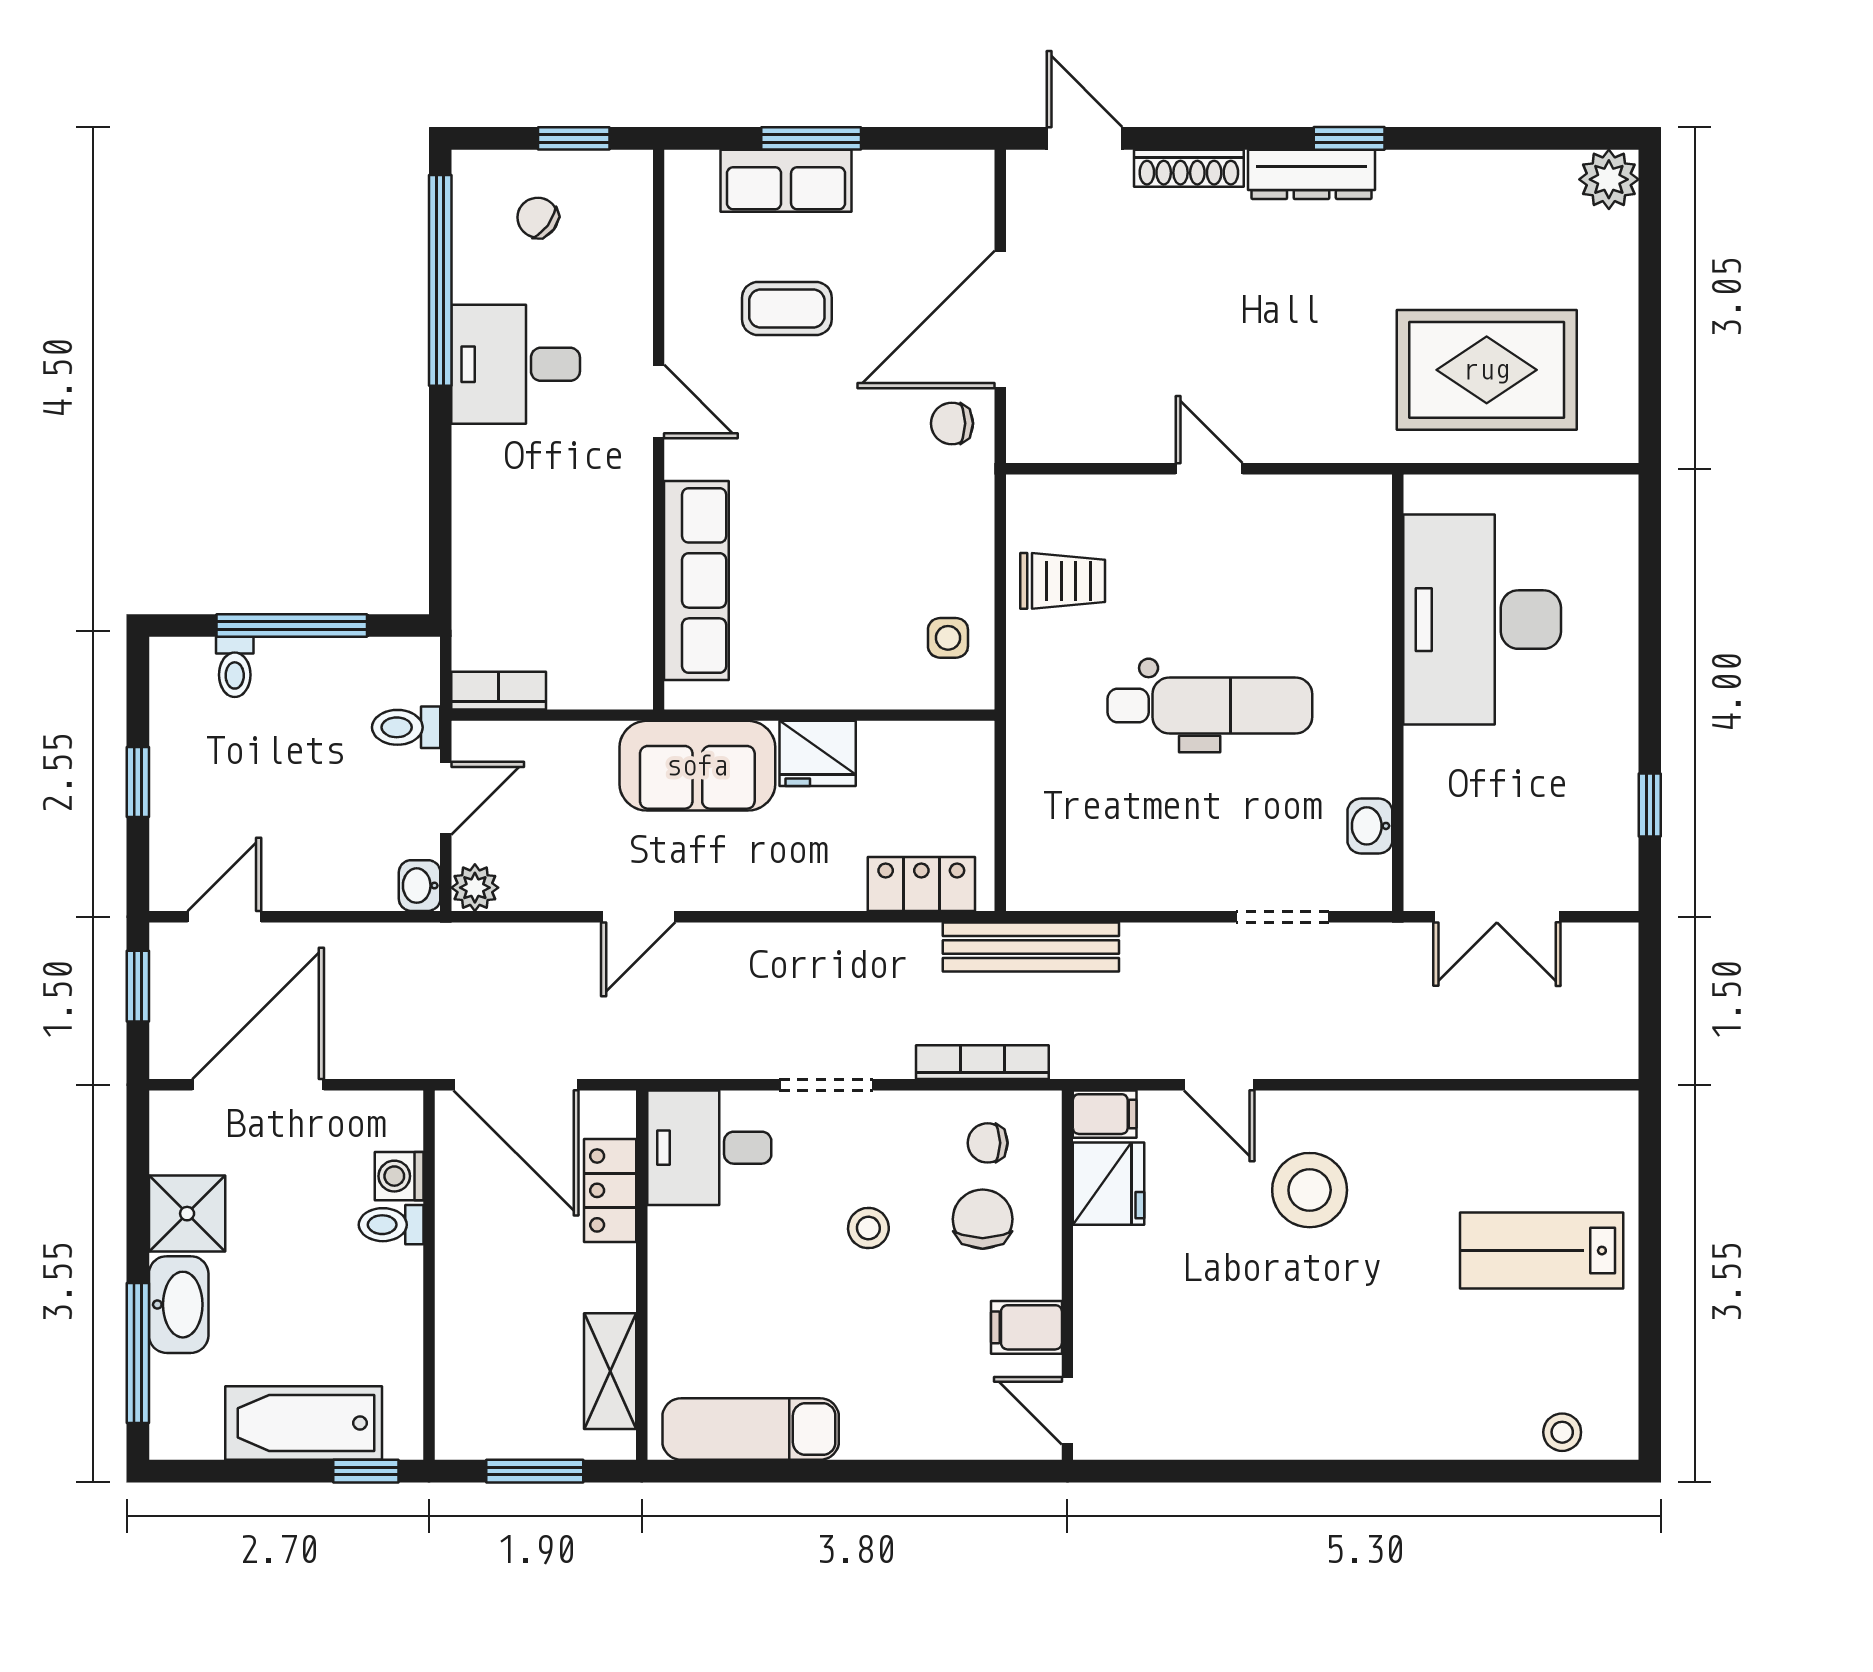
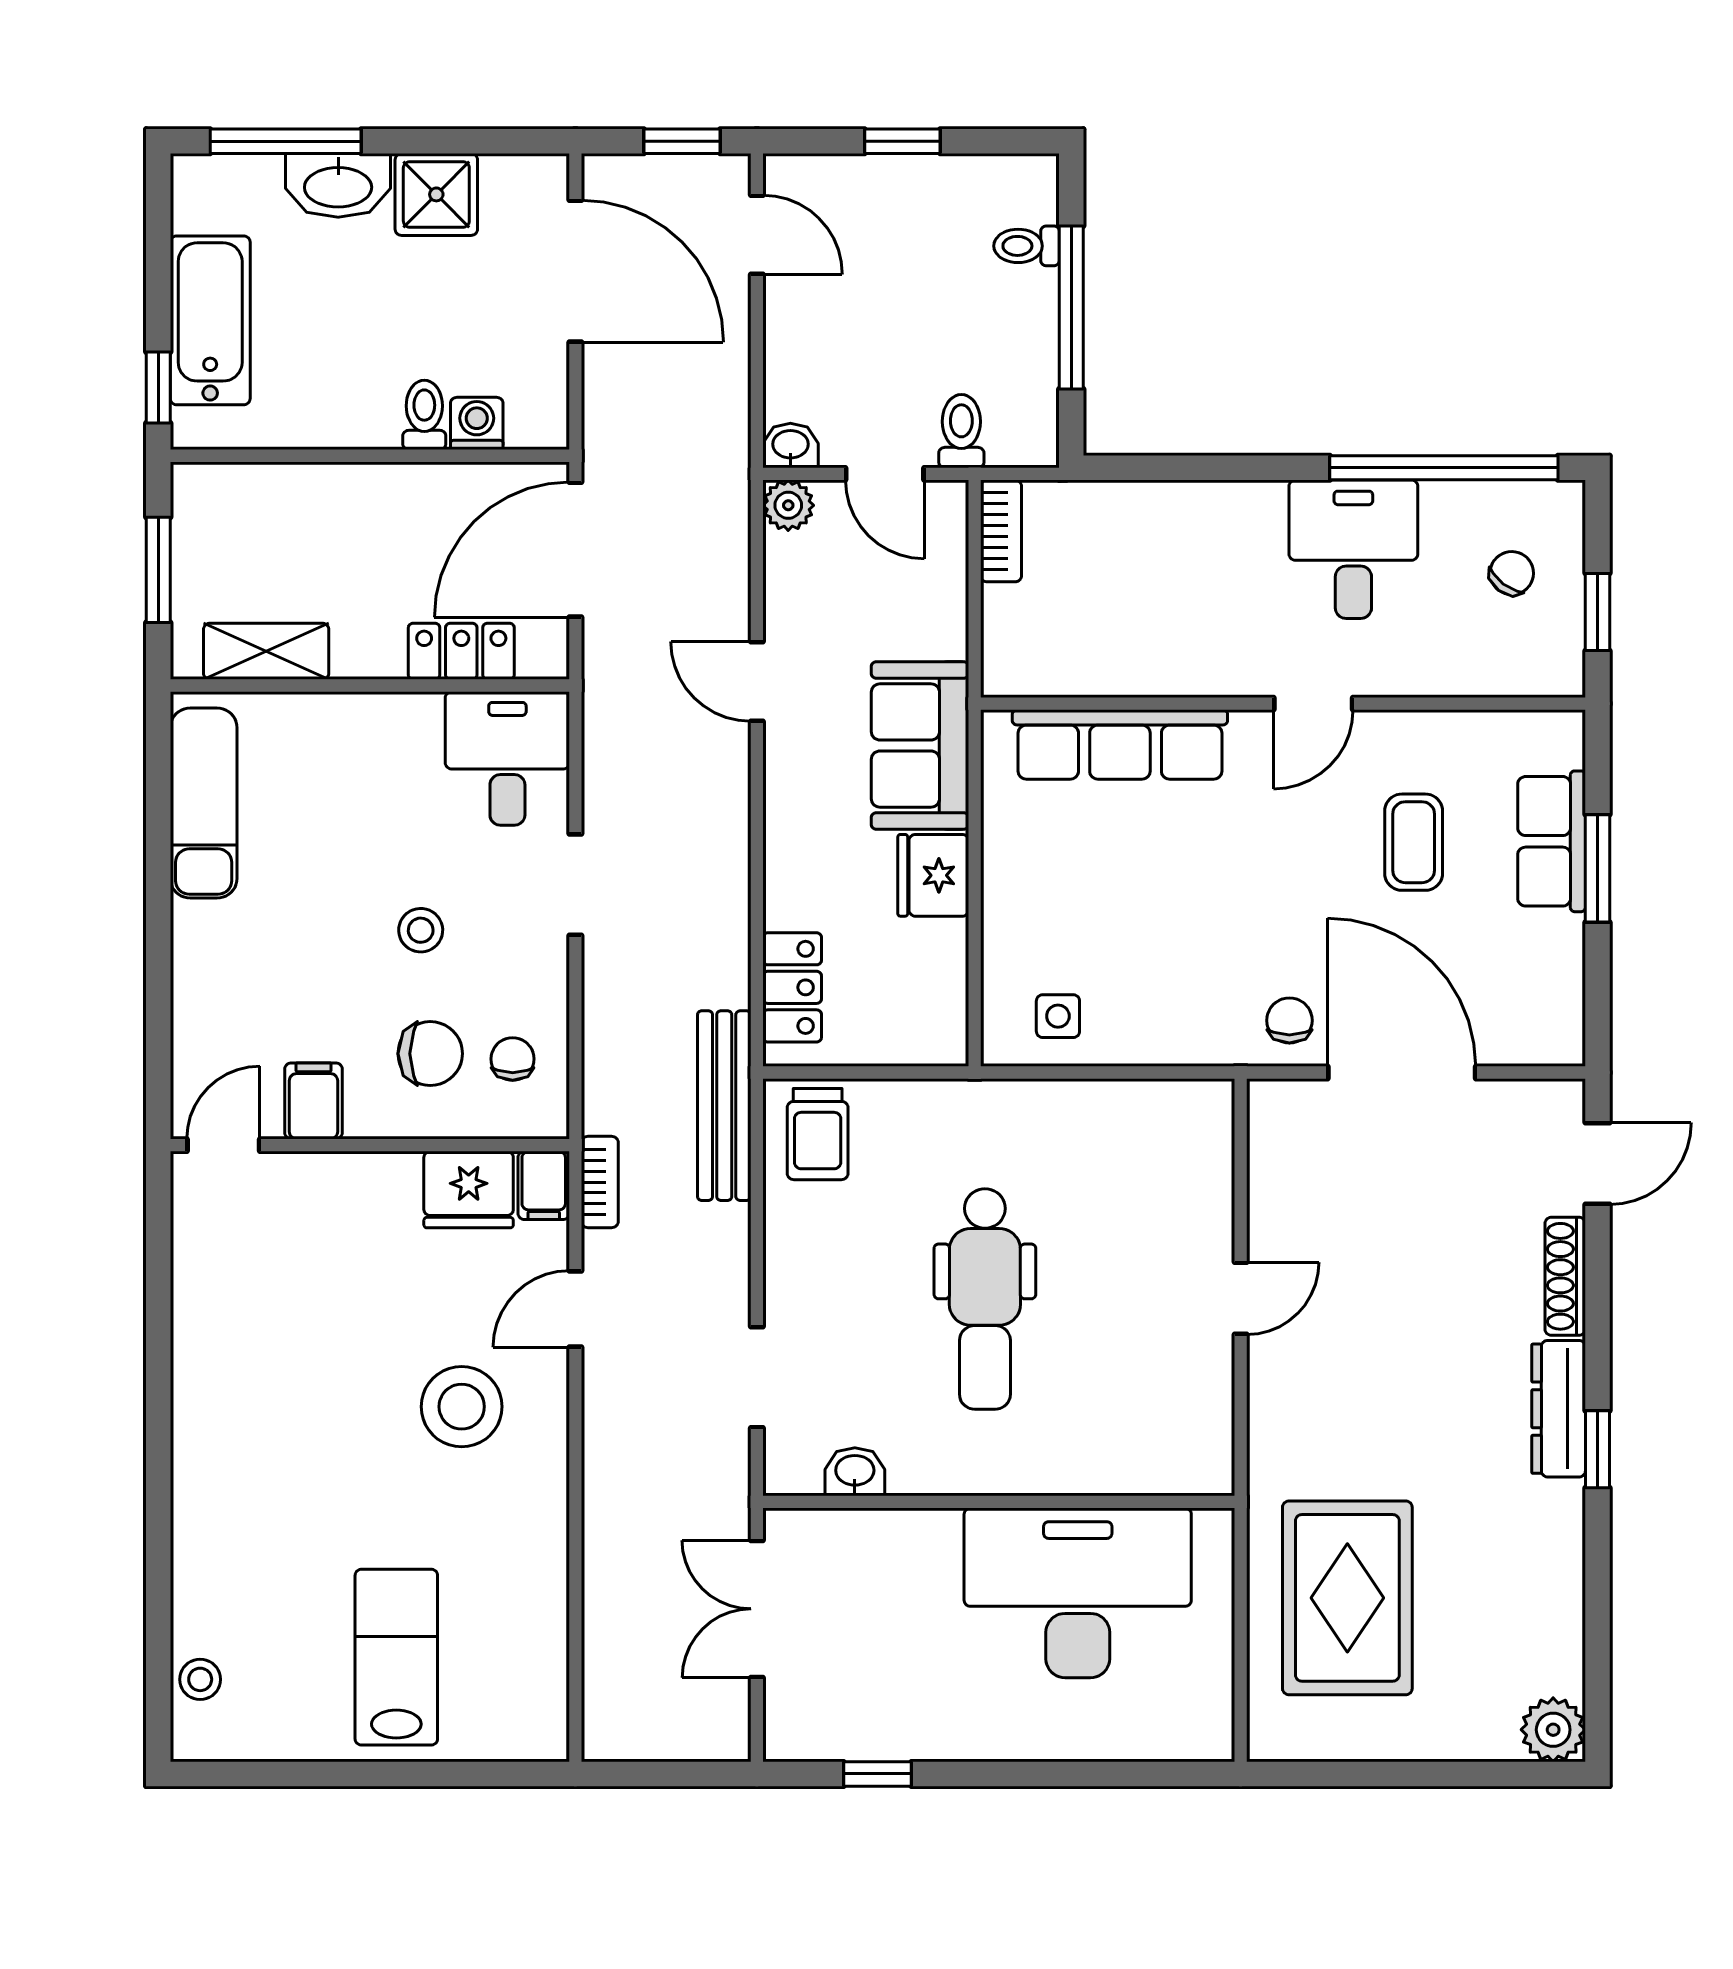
trolley: (1063, 581) -> (818, 1134), moved
bookcase: (982, 1062) -> (600, 1182), moved, width x0.64

